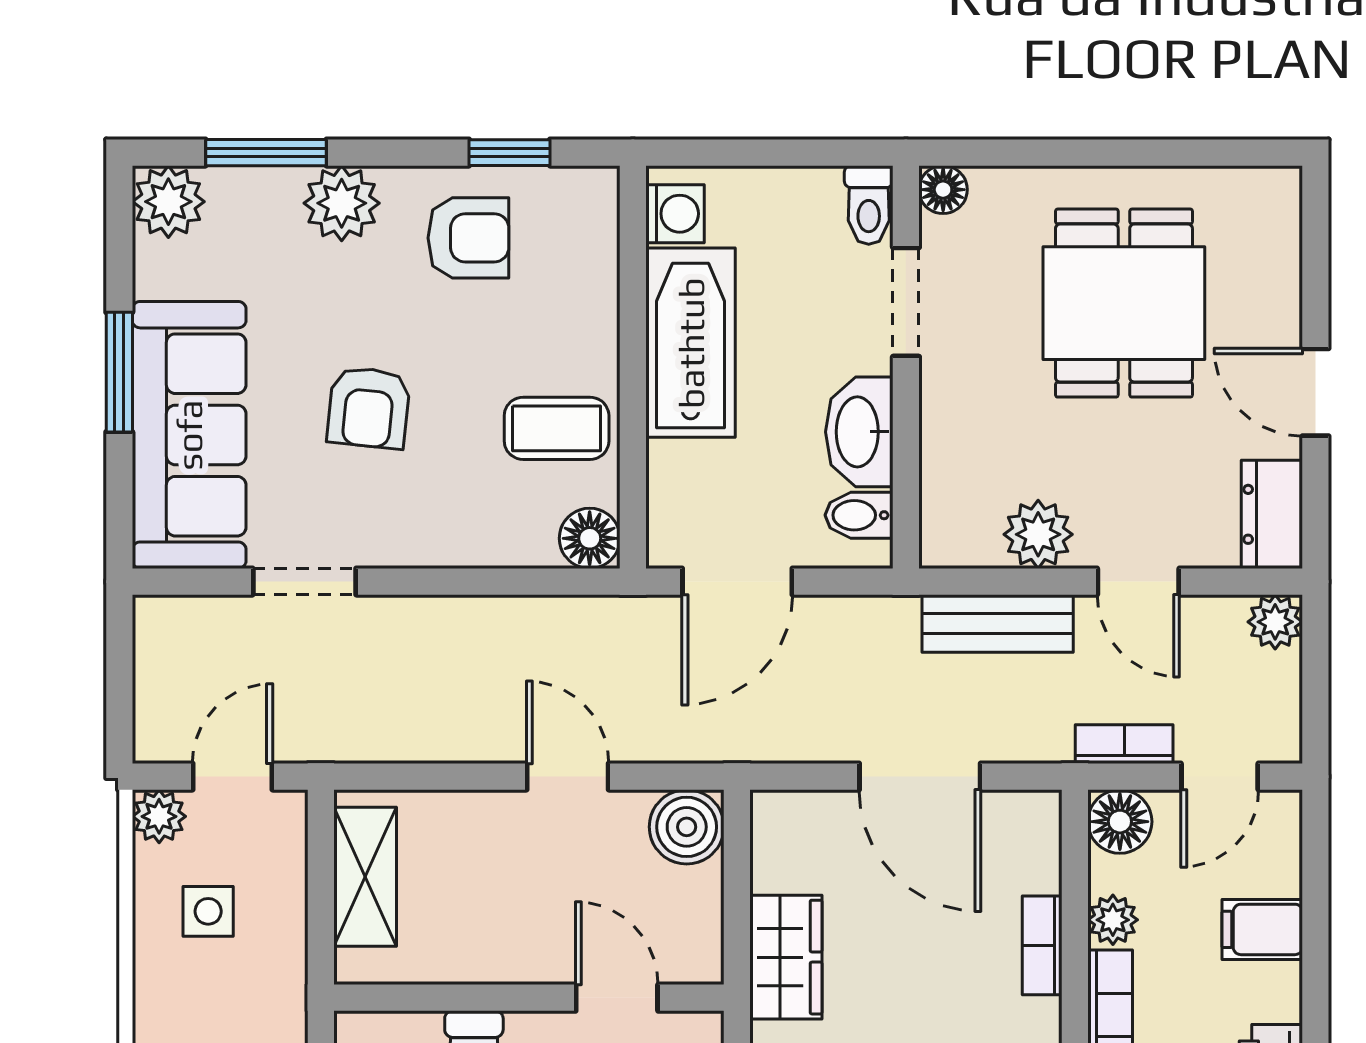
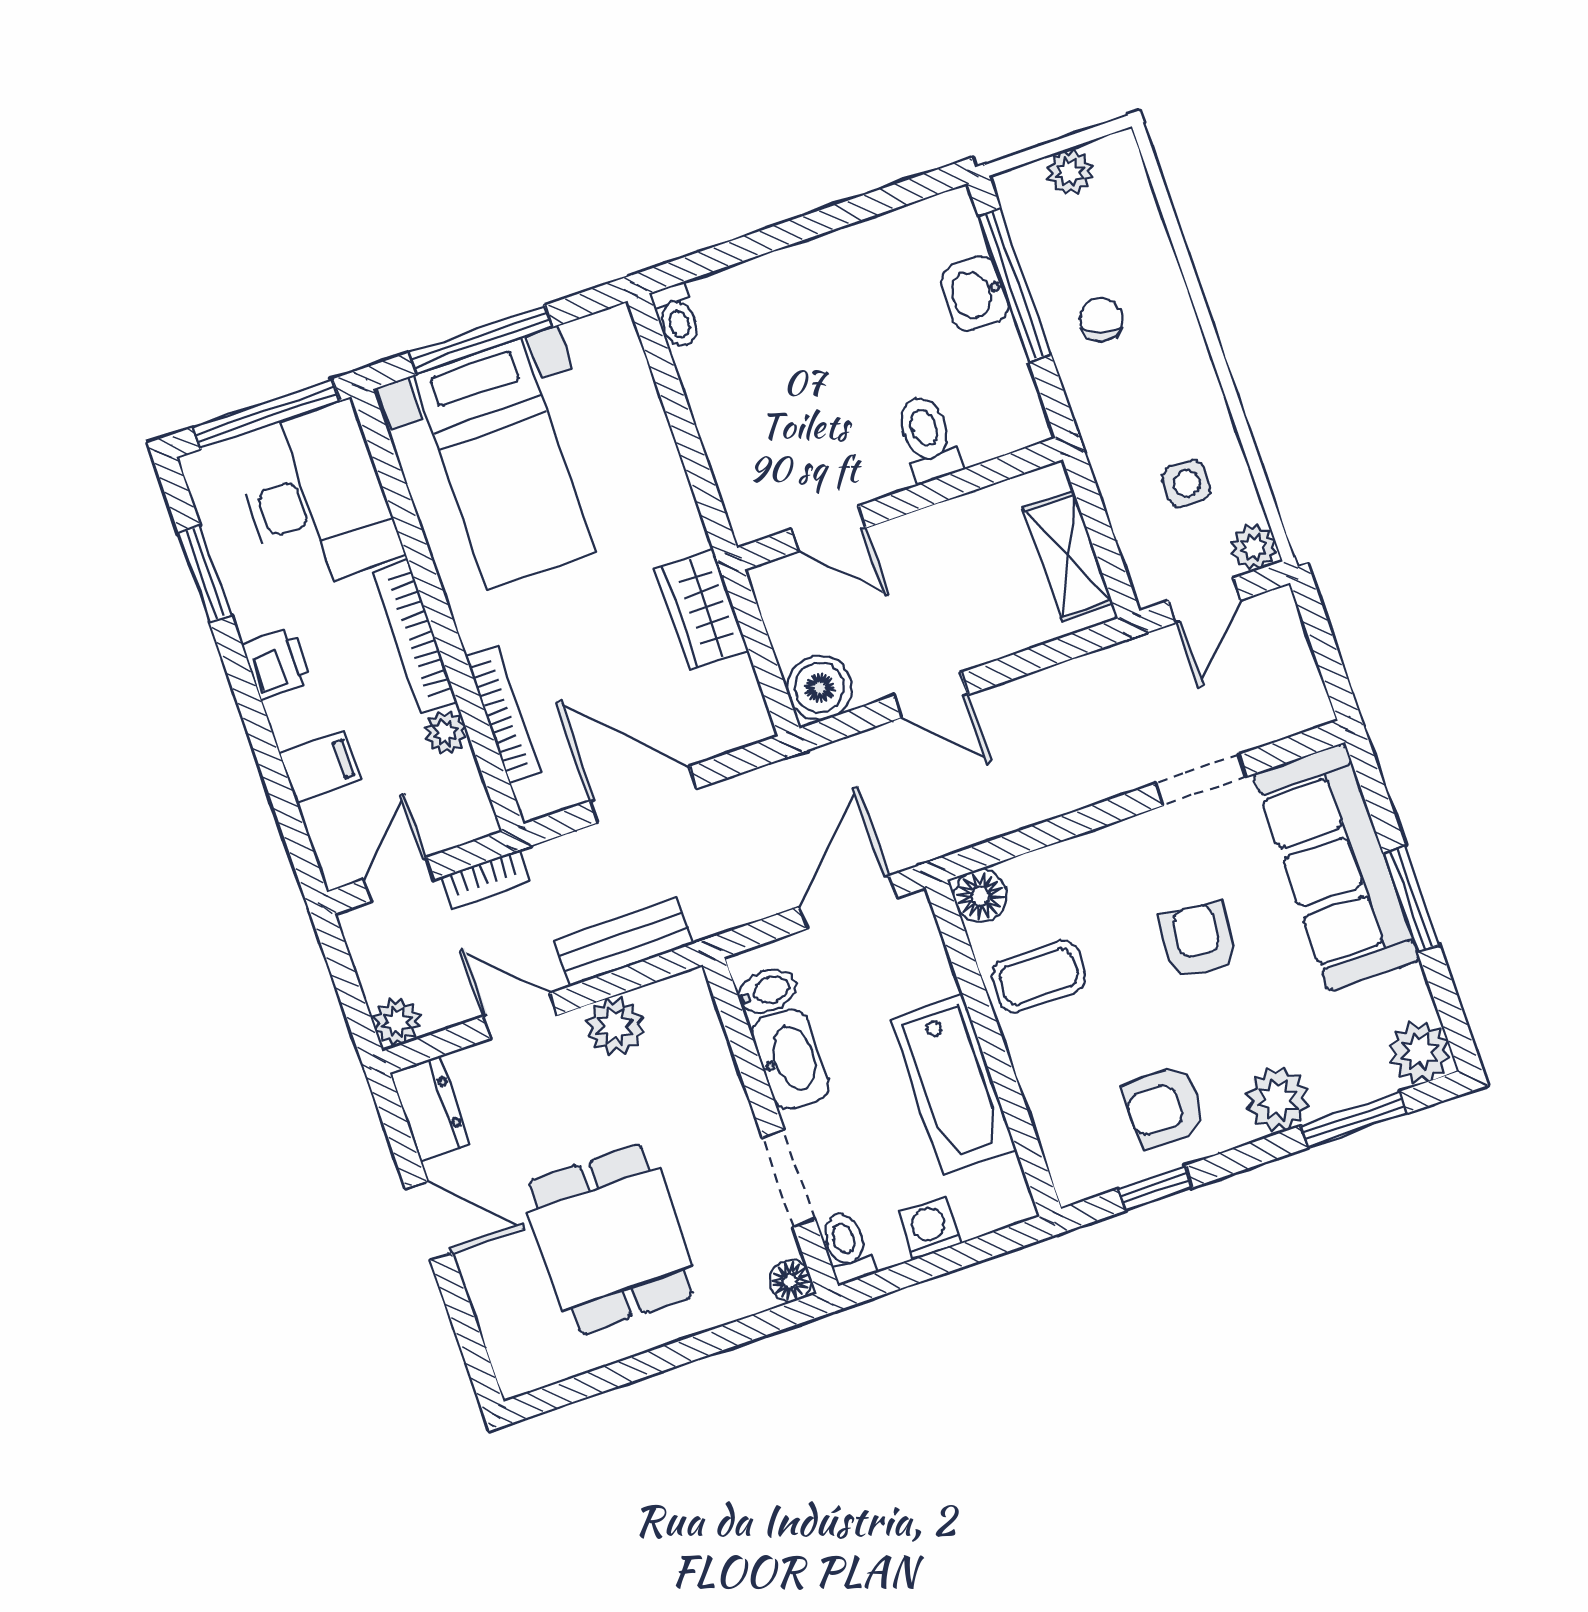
washing machine: (675, 214) -> (929, 1228), moved, turned 90
floor lamp: (1120, 822) -> (467, 815), removed
bookcase: (1042, 945) -> (503, 714), width x1.56

